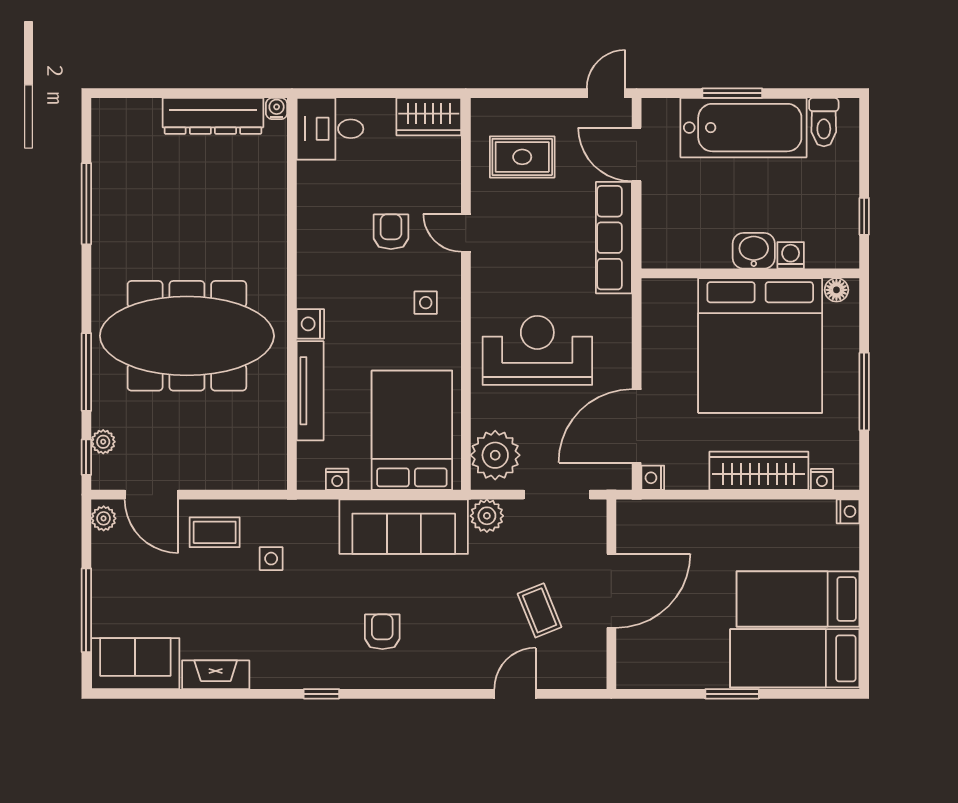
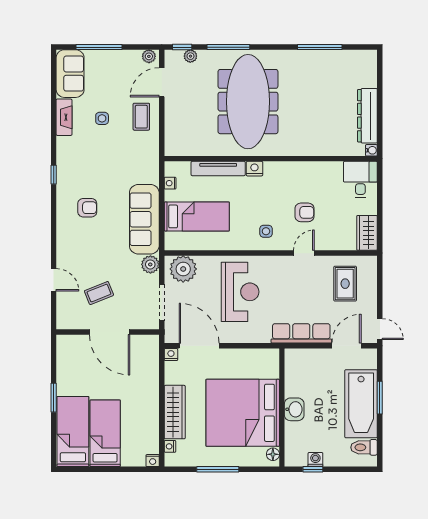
washing machine: (791, 255) -> (315, 460), moved, turned -90
bed: (412, 430) -> (197, 216), width x0.67
side table: (271, 559) -> (102, 118), moved

